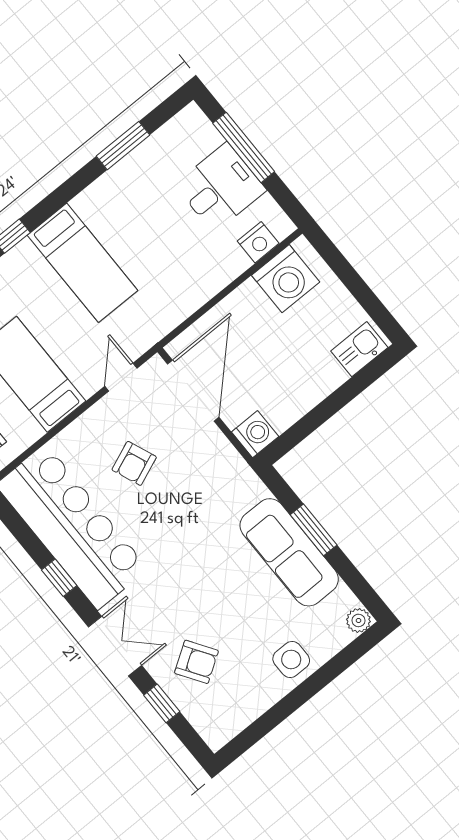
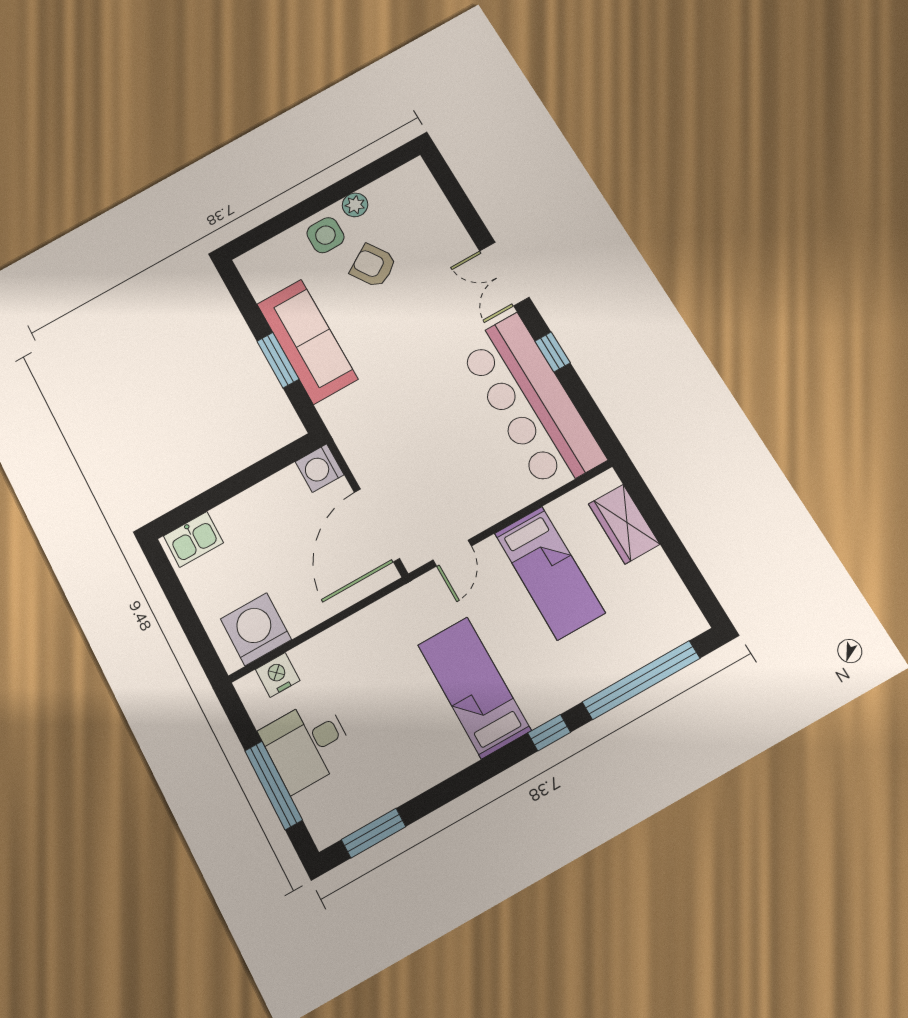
window: (123, 146) -> (373, 833), moved
armchair: (134, 463) -> (453, 458), removed
plant: (358, 620) -> (355, 205), moved
armchair: (196, 662) -> (373, 266), moved
window: (162, 703) -> (465, 211), removed

